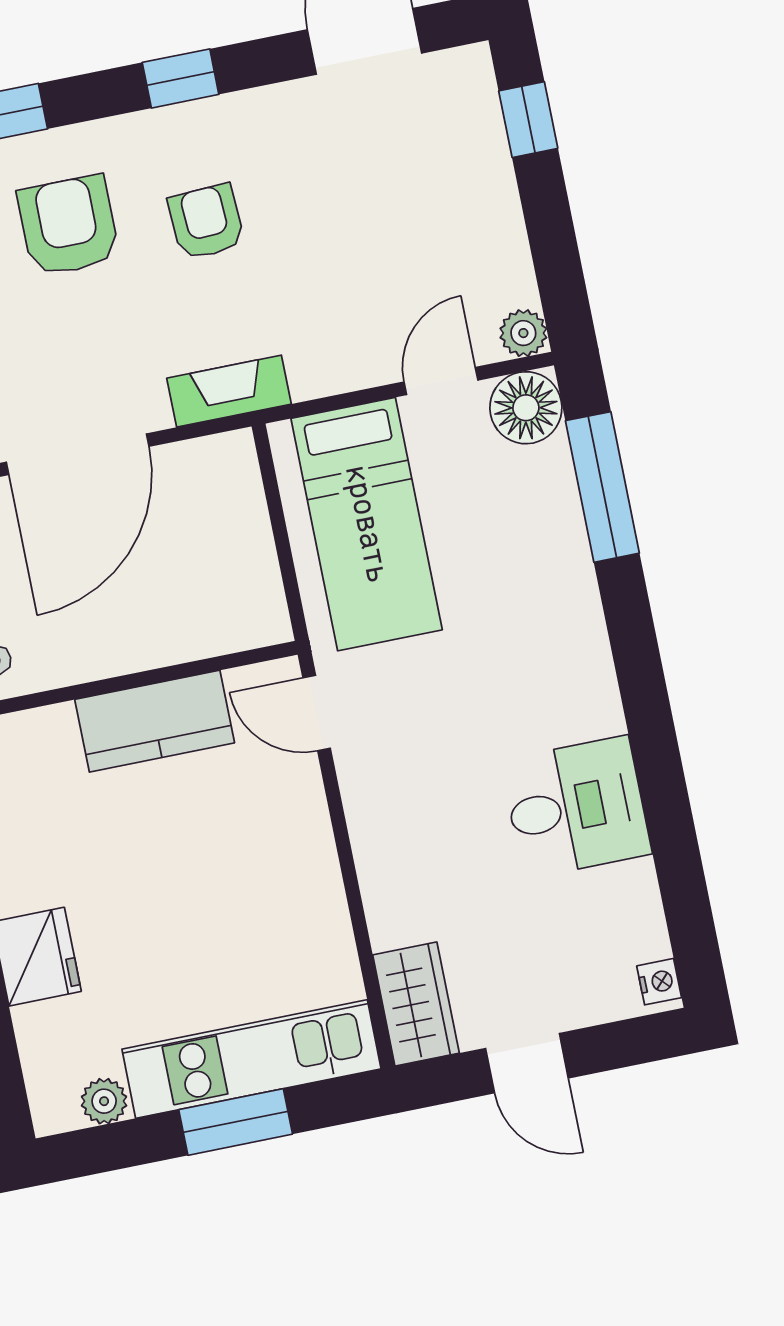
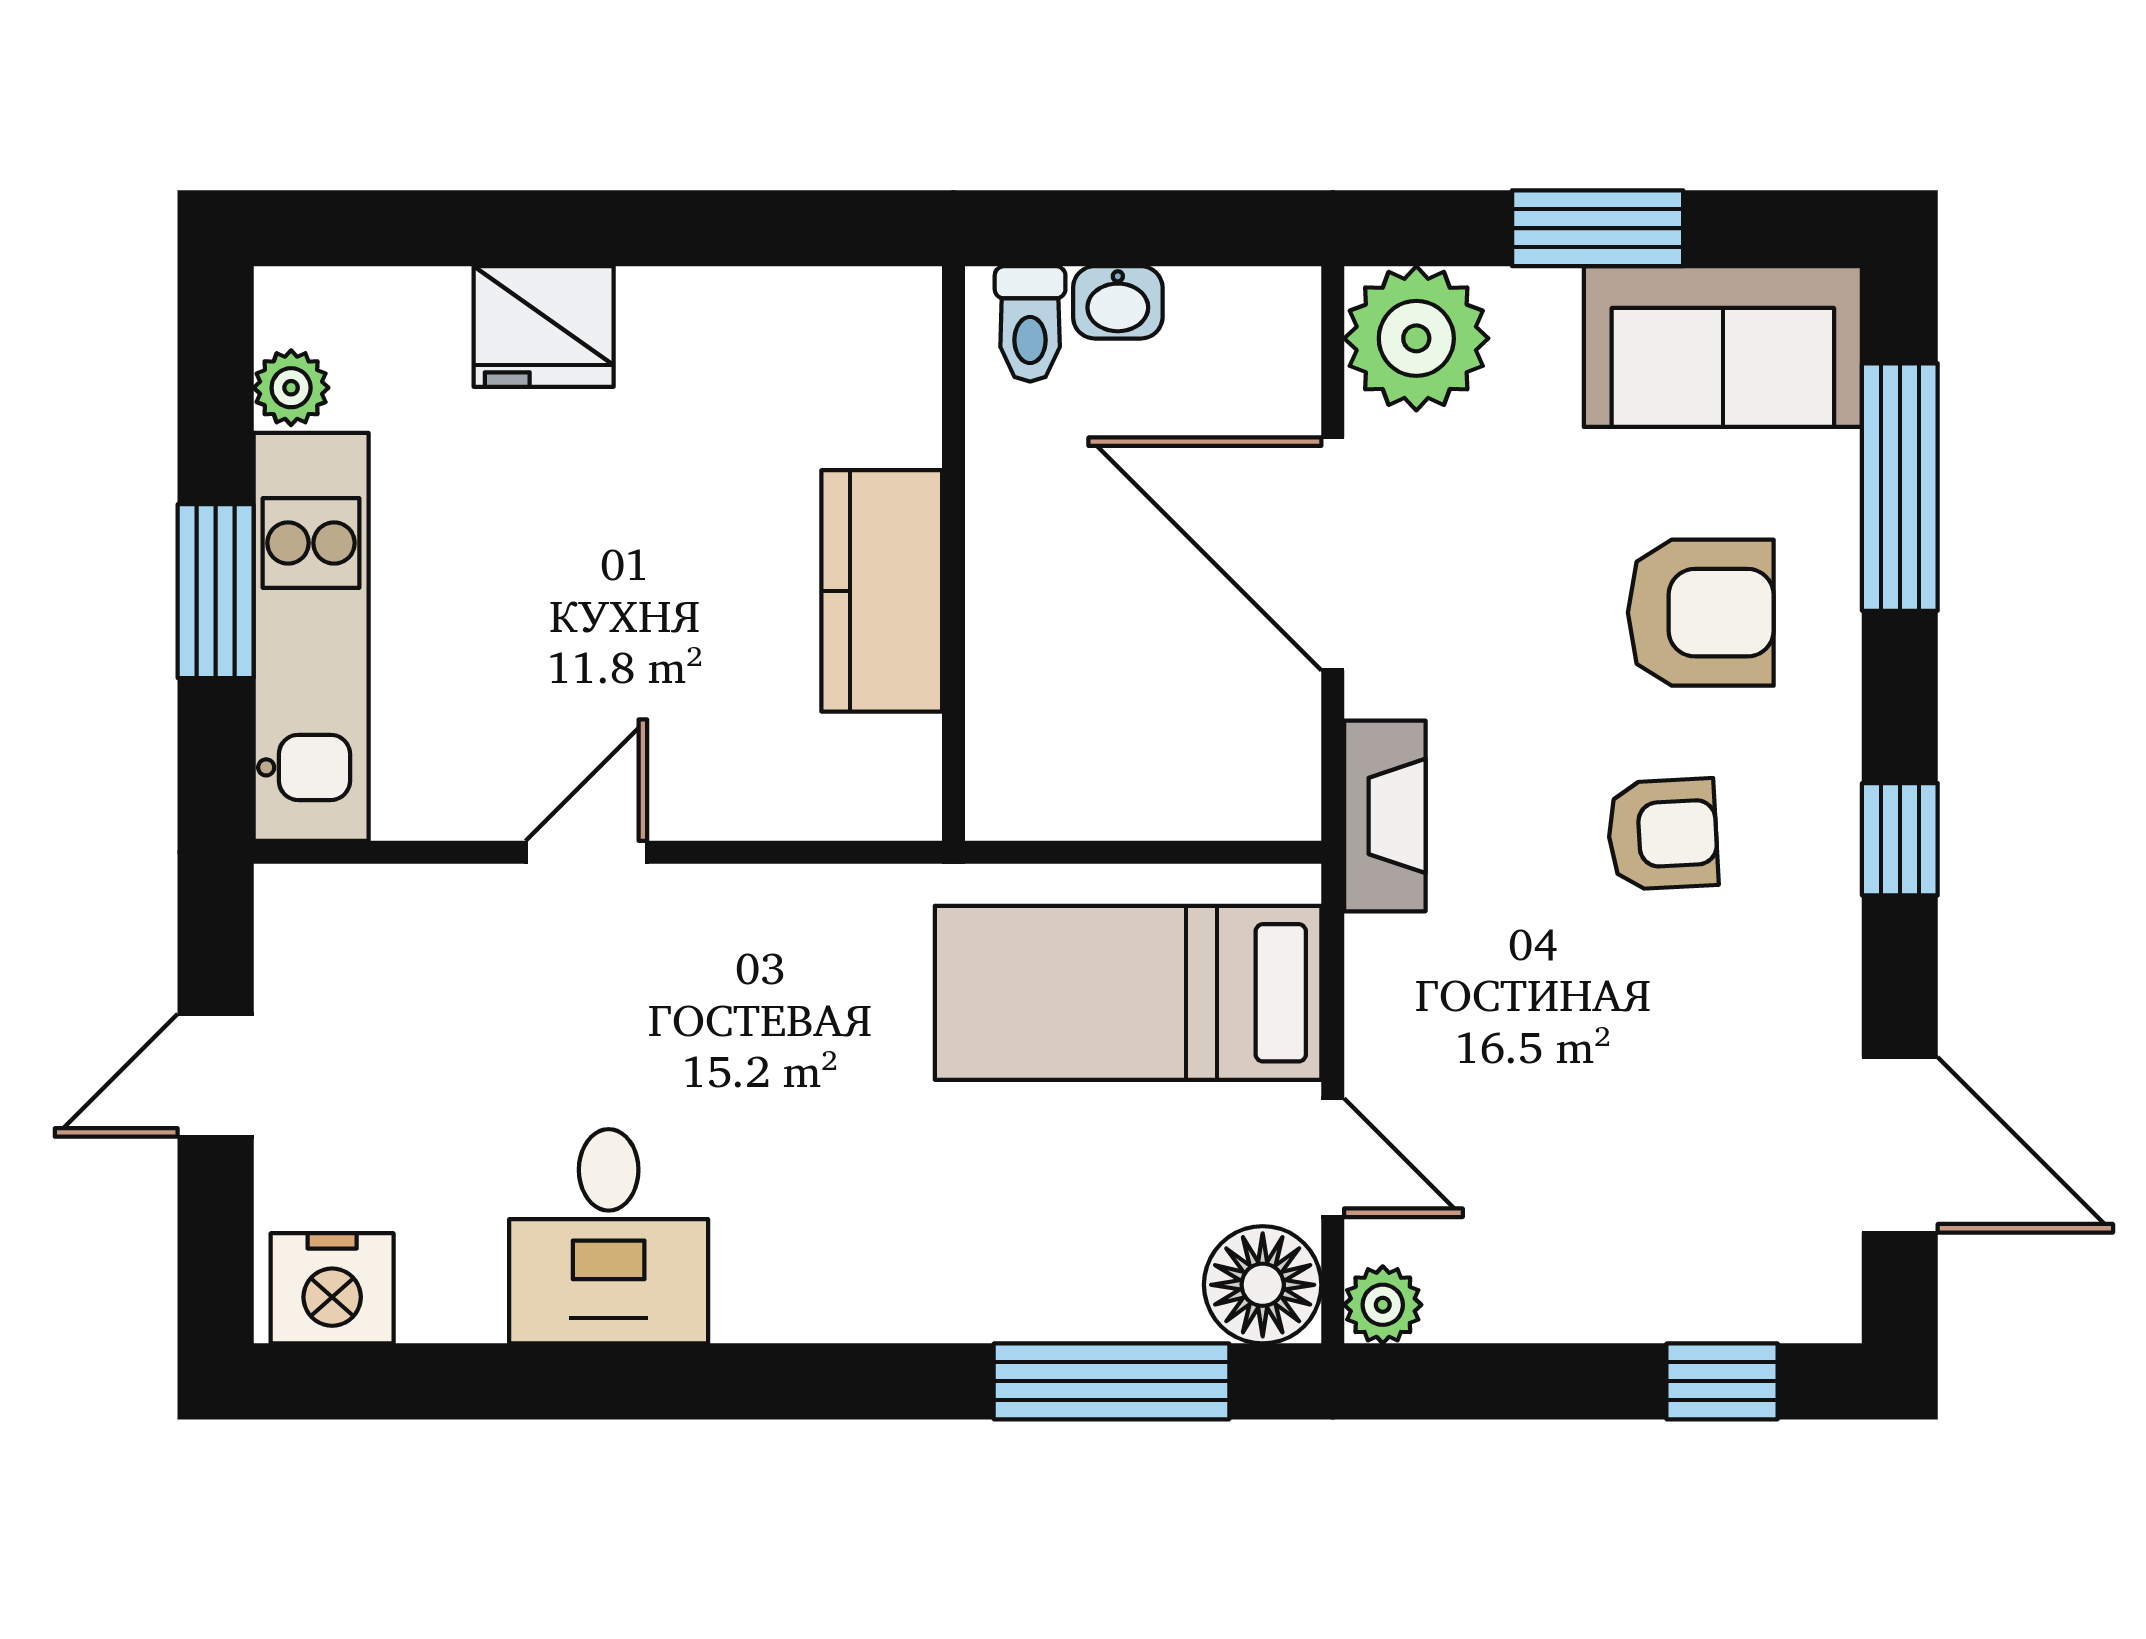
door: (317, 713) -> (586, 852), moved
nightstand: (659, 982) -> (332, 1288), width x1.89, depth x1.79
wardrobe: (416, 1004) -> (346, 917), removed

